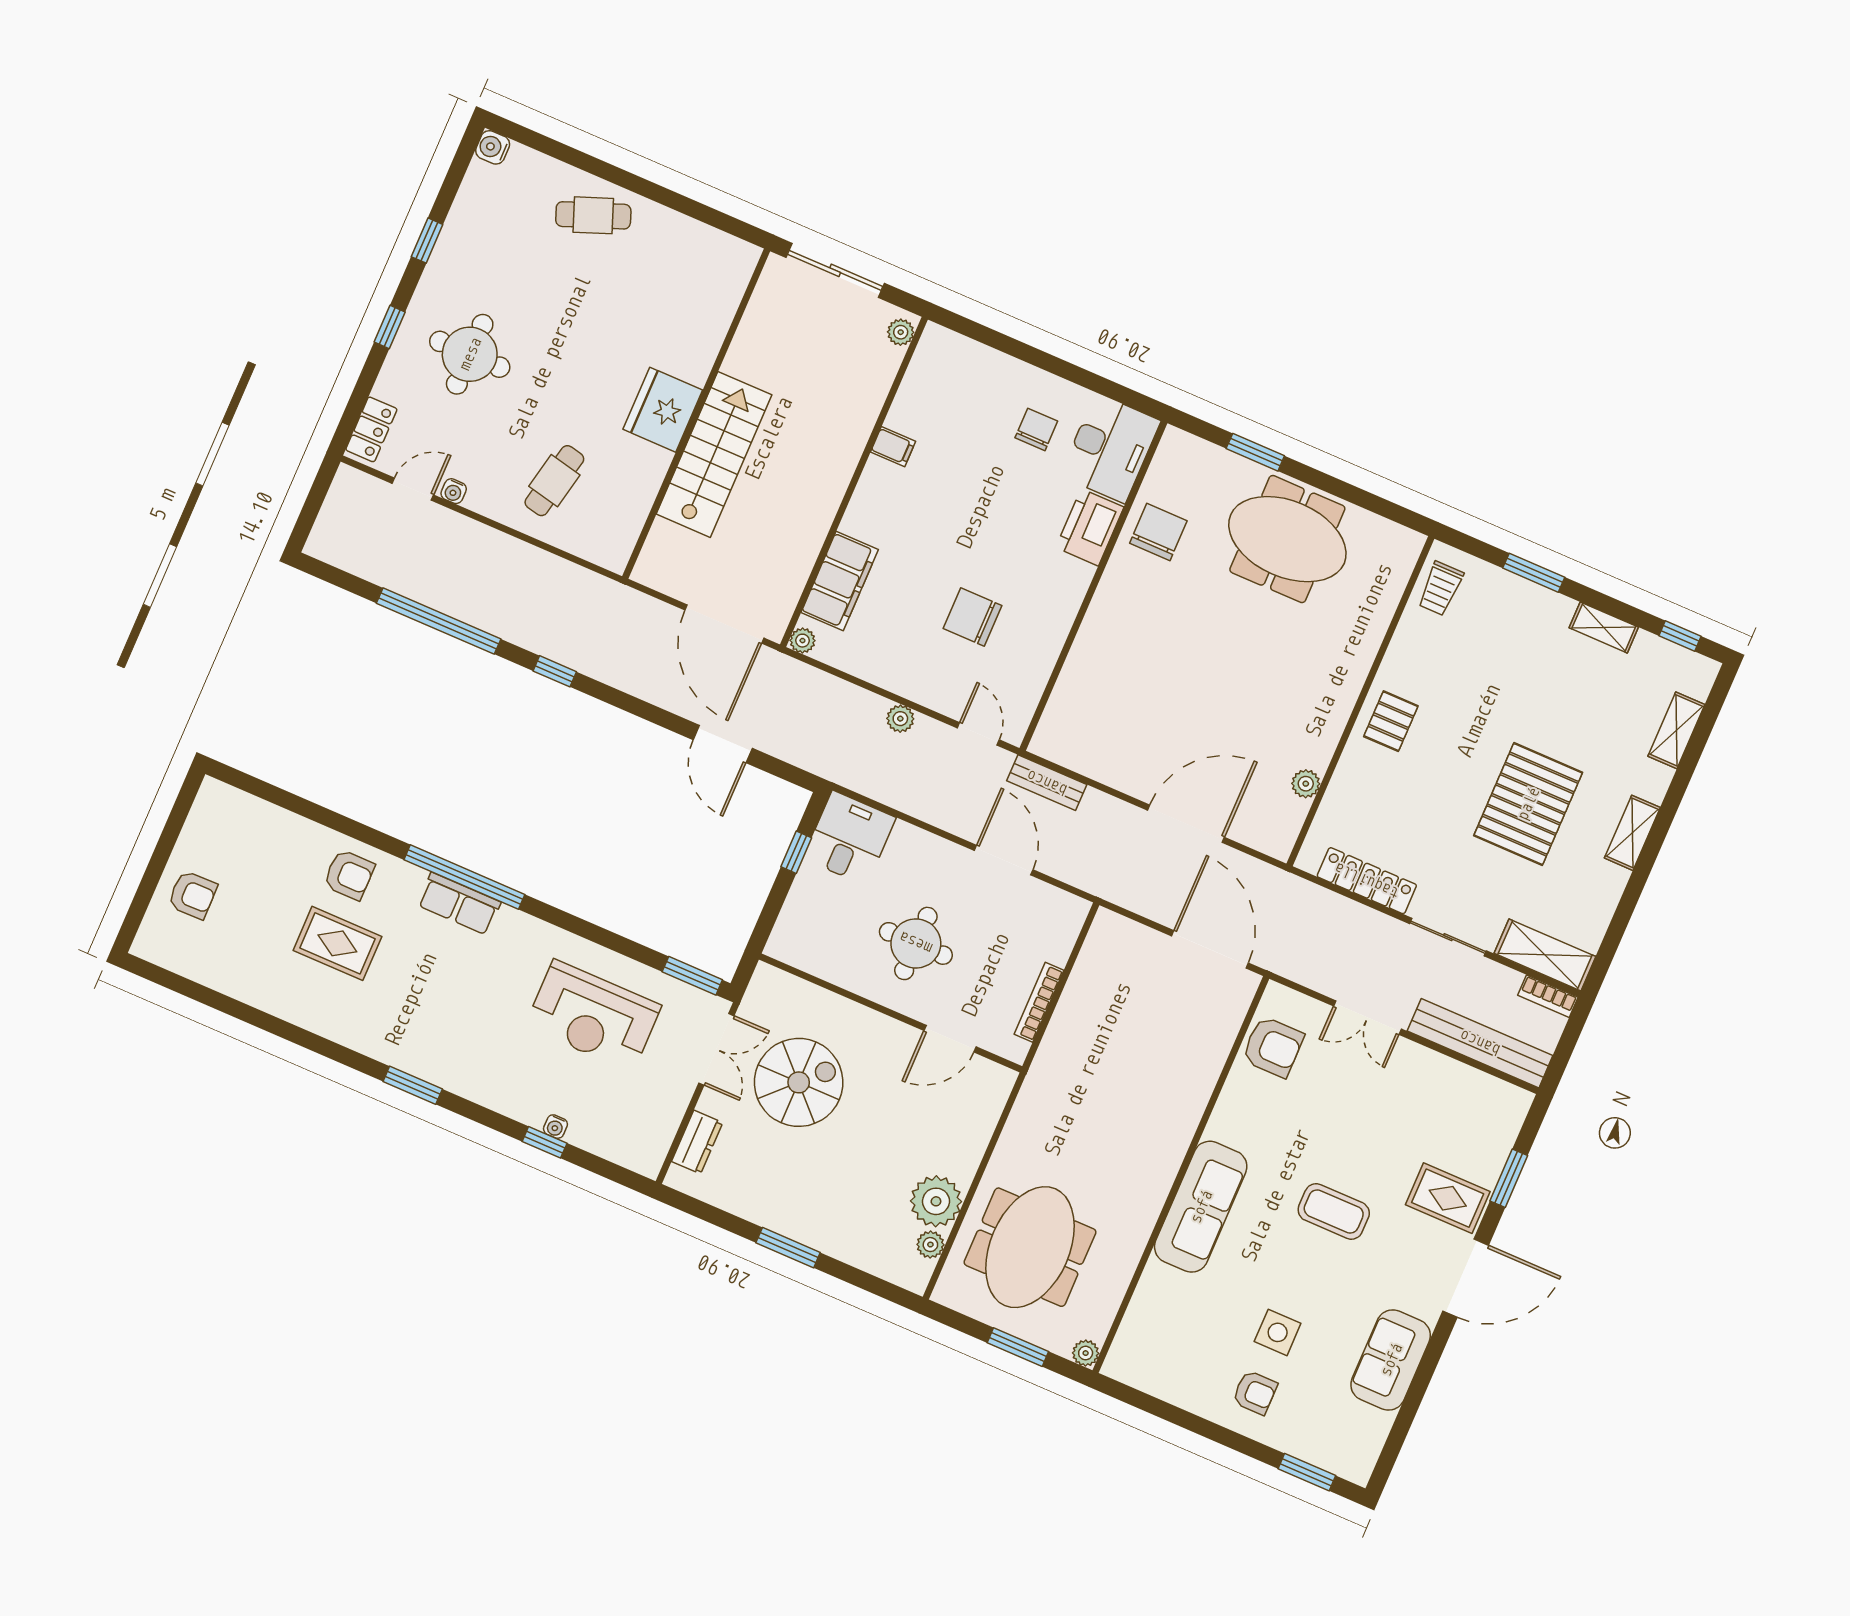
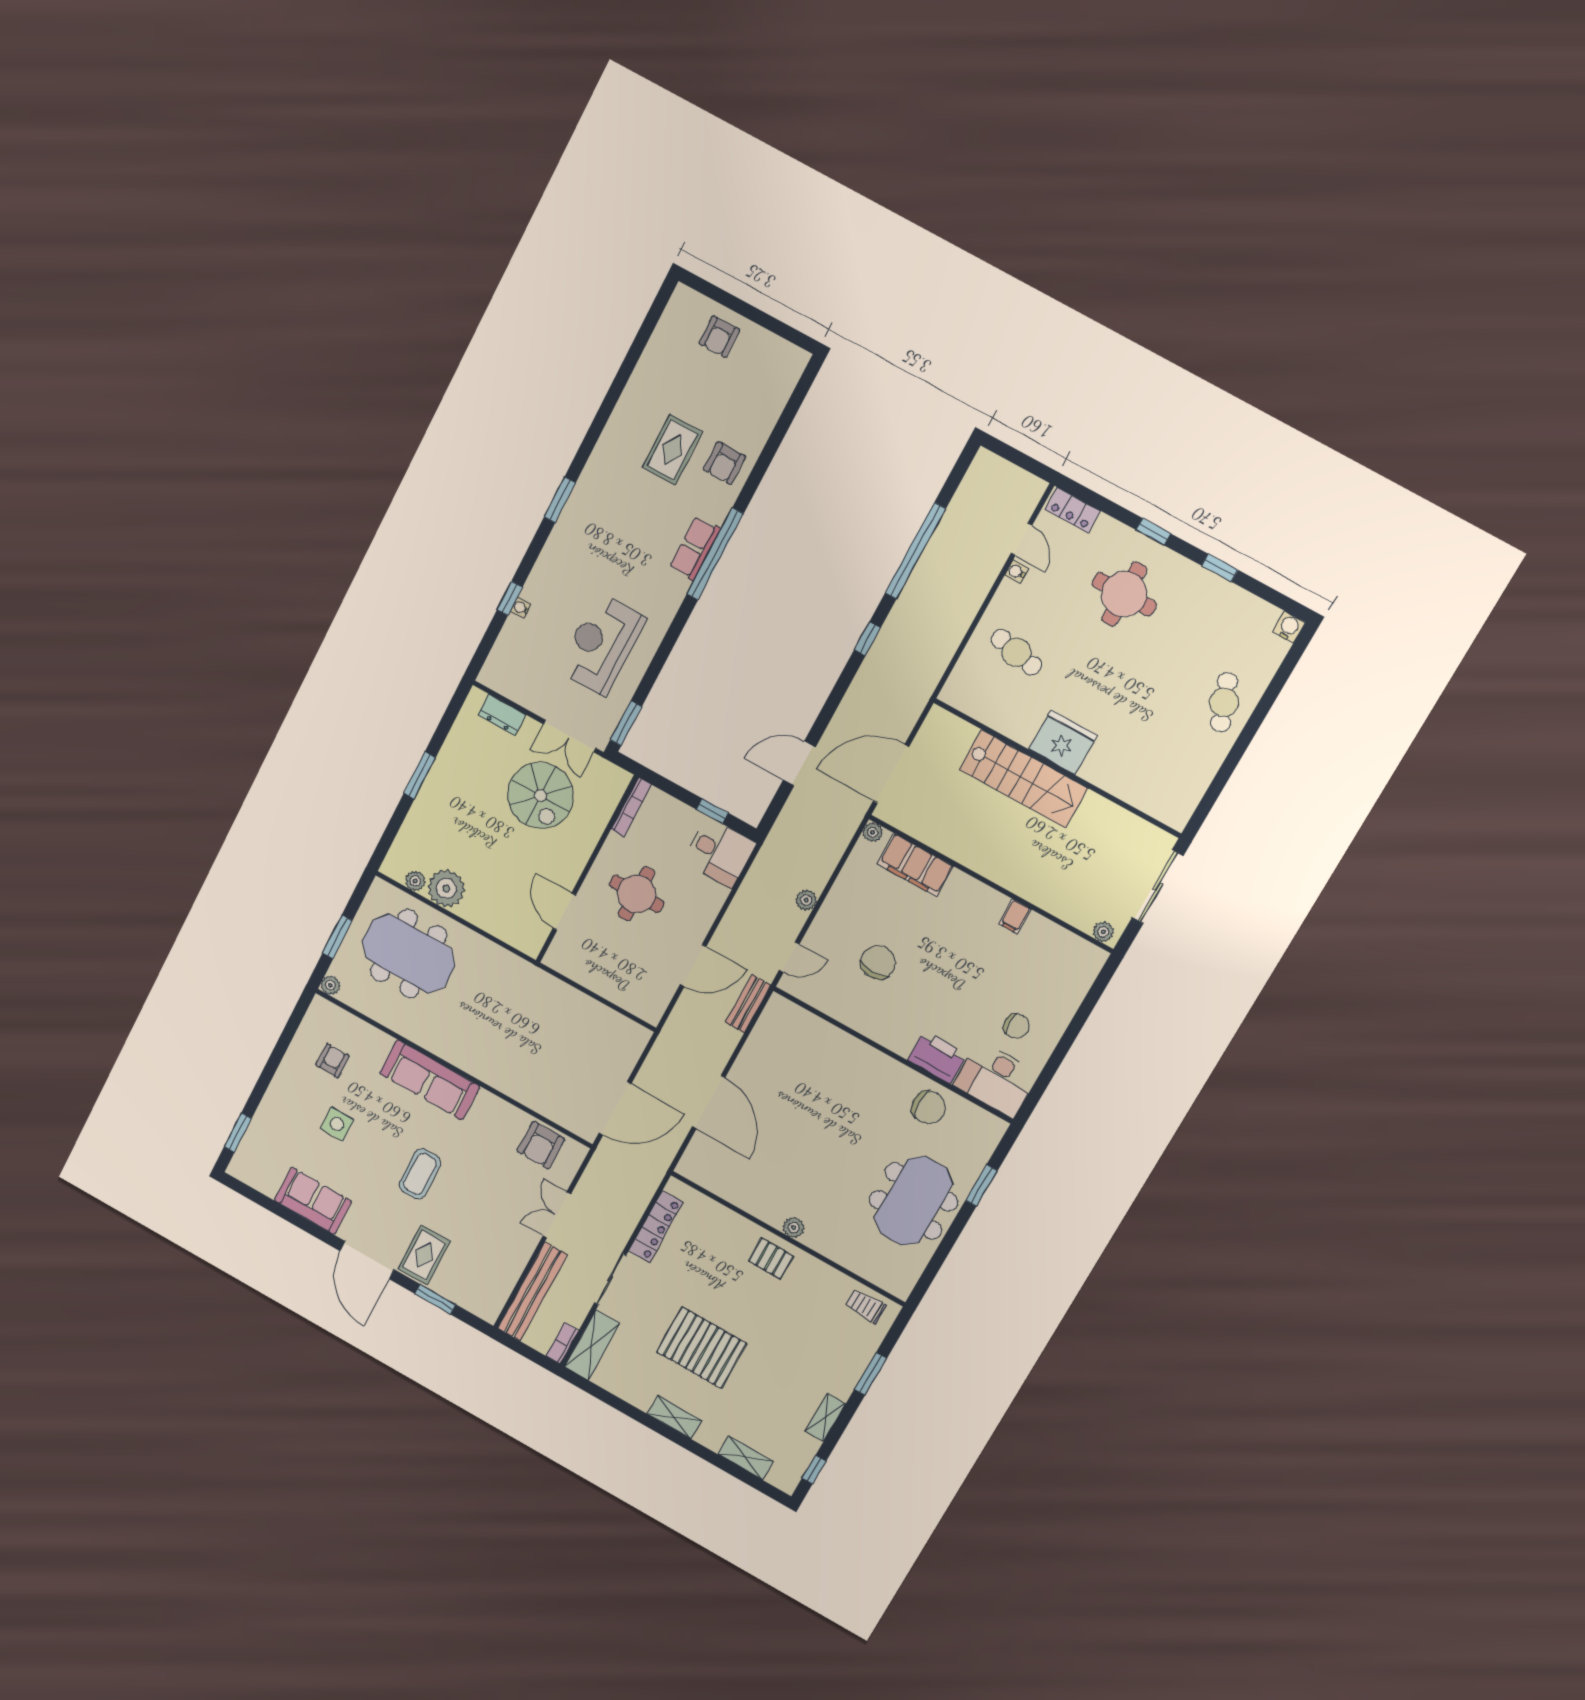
plant: (1306, 784) -> (794, 1228), moved
bookcase: (1039, 1002) -> (631, 807), moved, turned 90
armchair: (1255, 1393) -> (333, 1061), moved, turned 180

